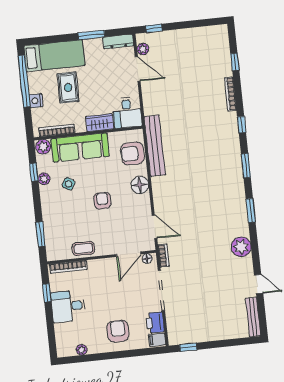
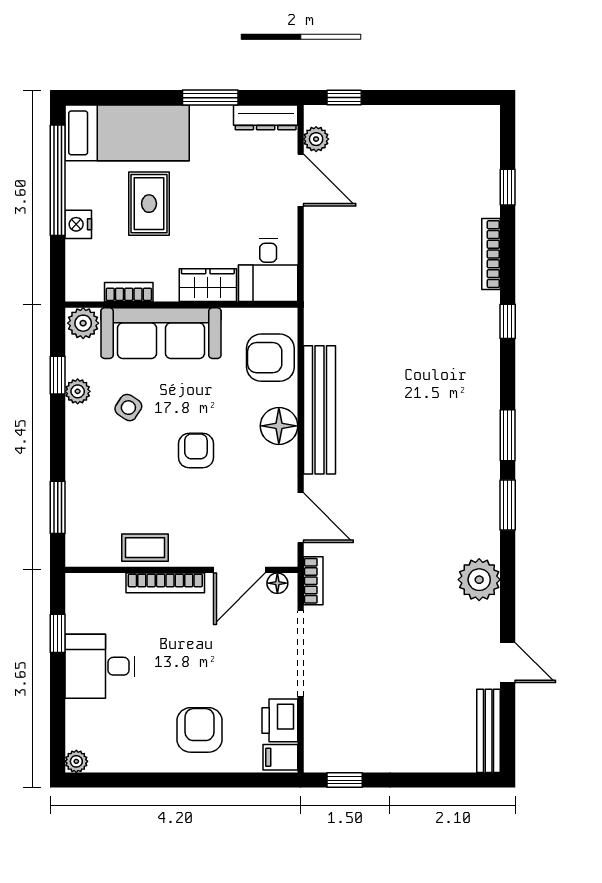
bookcase: (57, 131) -> (129, 292), width x0.64
bench: (155, 146) -> (320, 410), moved
window: (246, 166) -> (508, 435), moved
bookcase: (68, 267) -> (165, 583), moved
plant: (82, 350) -> (76, 761), moved

